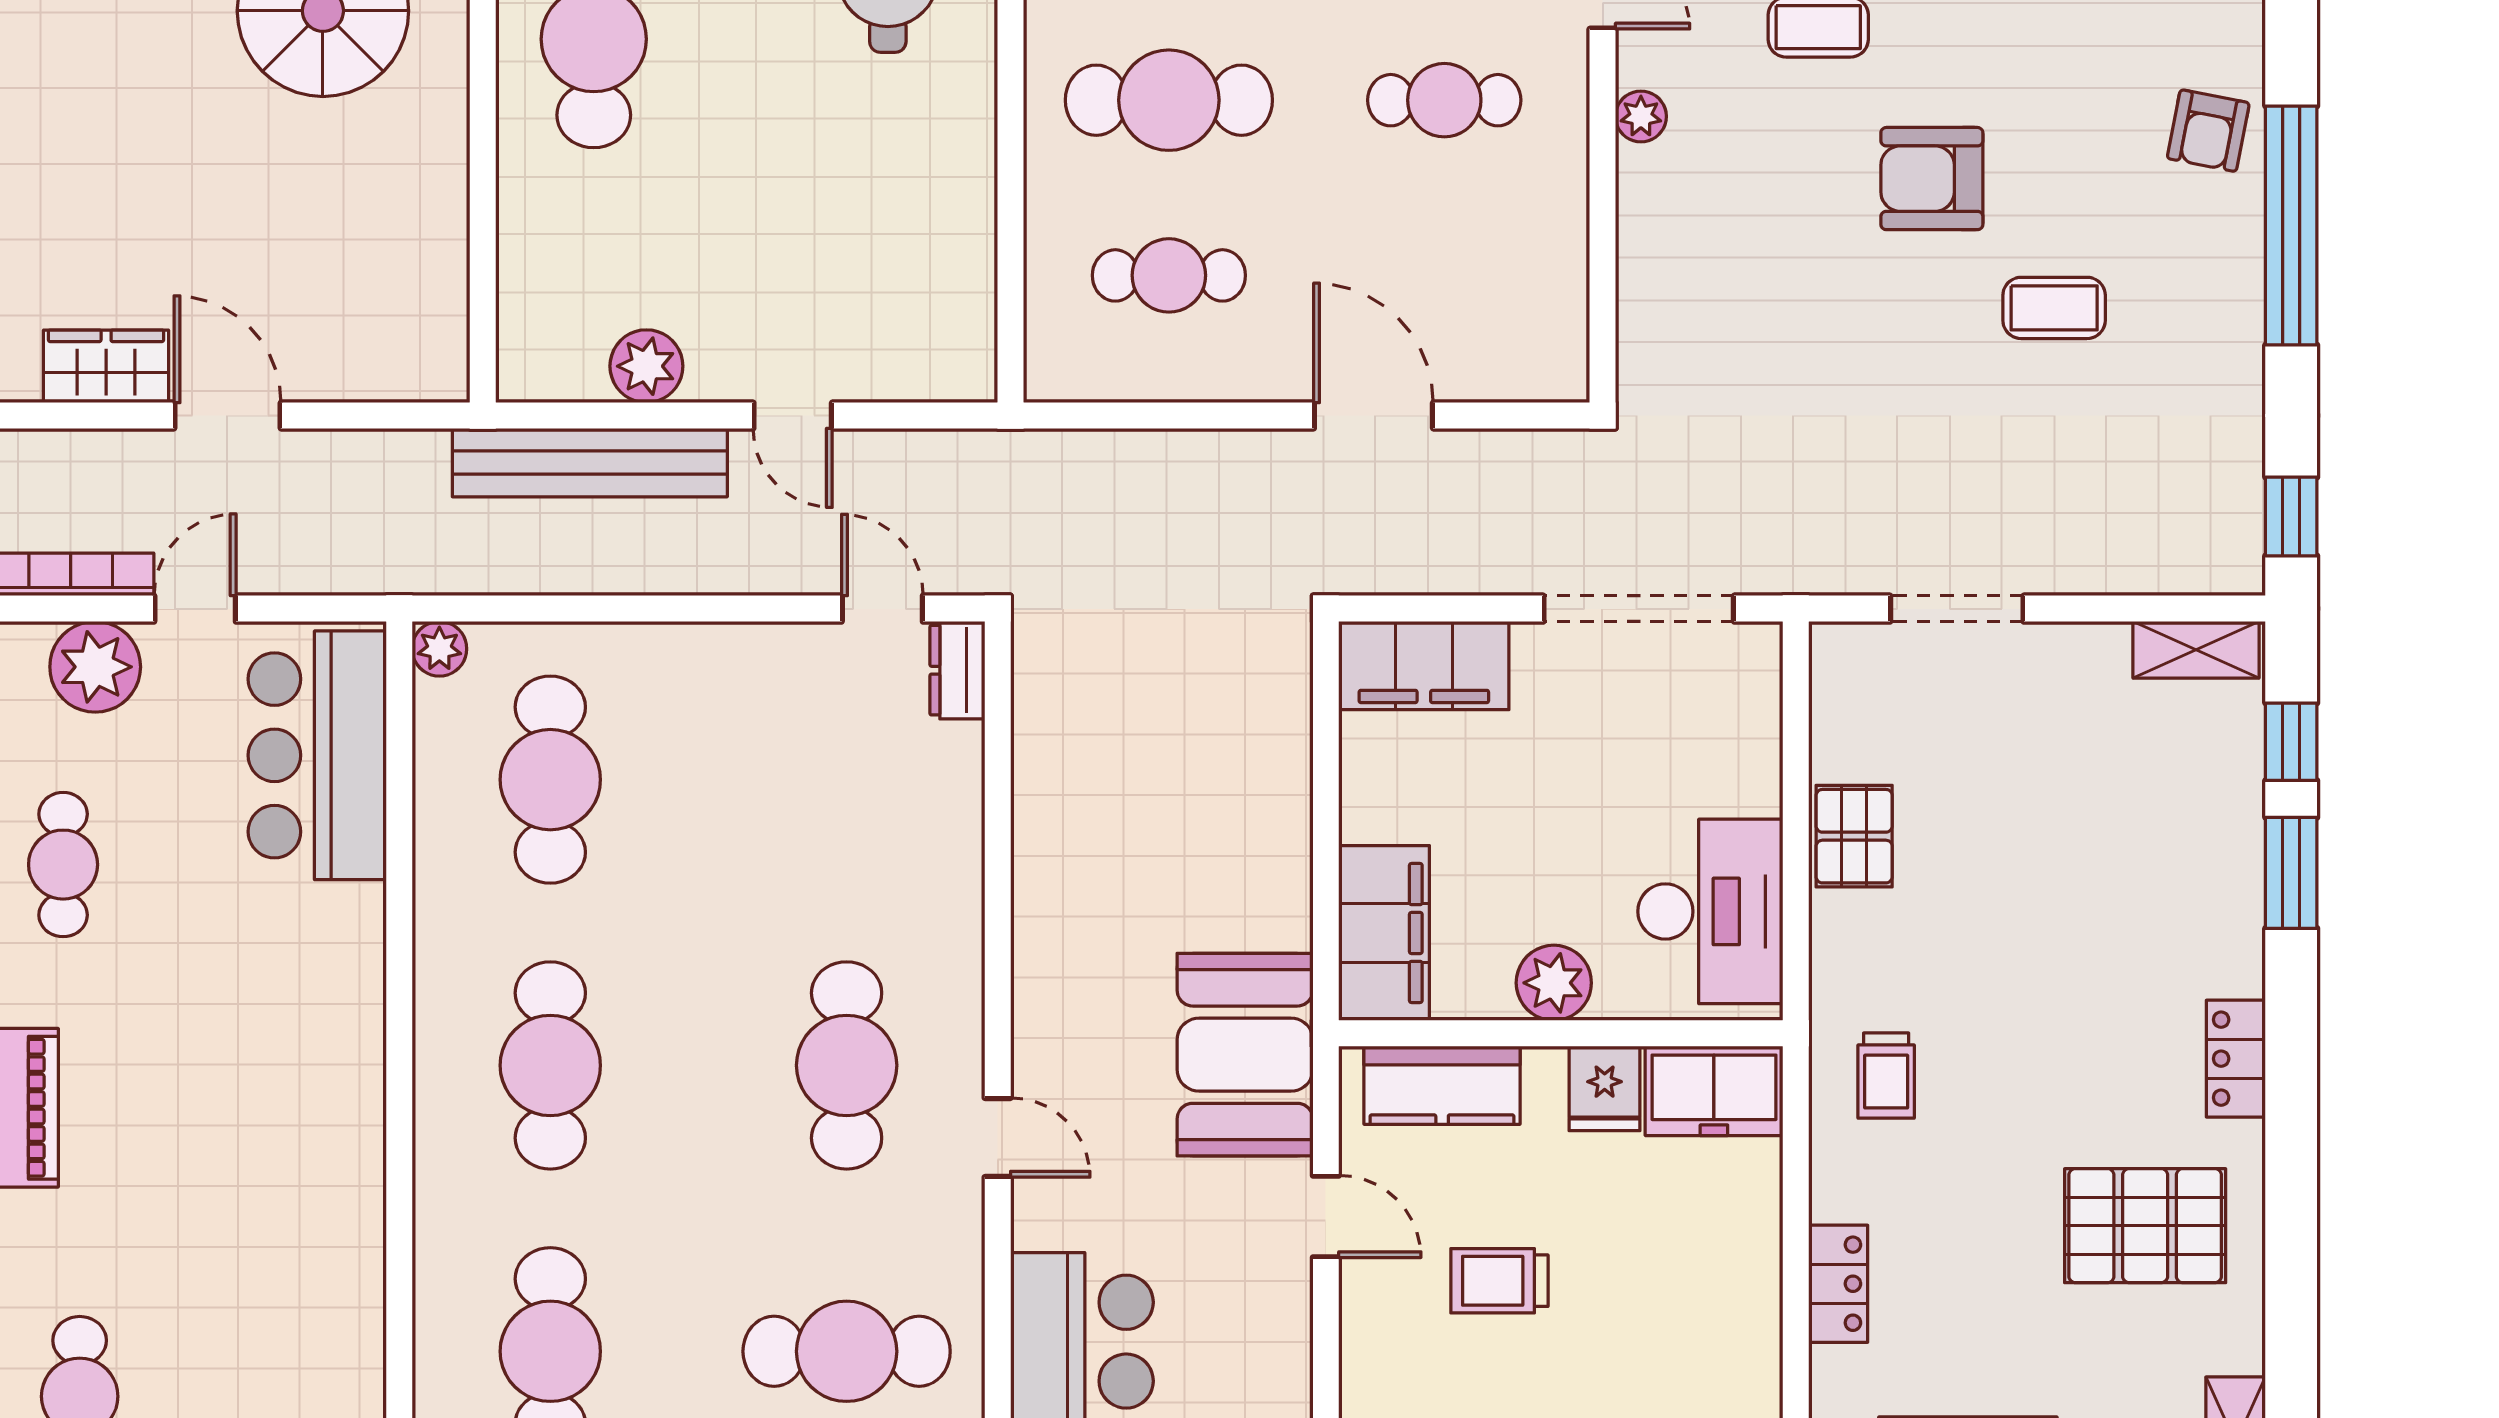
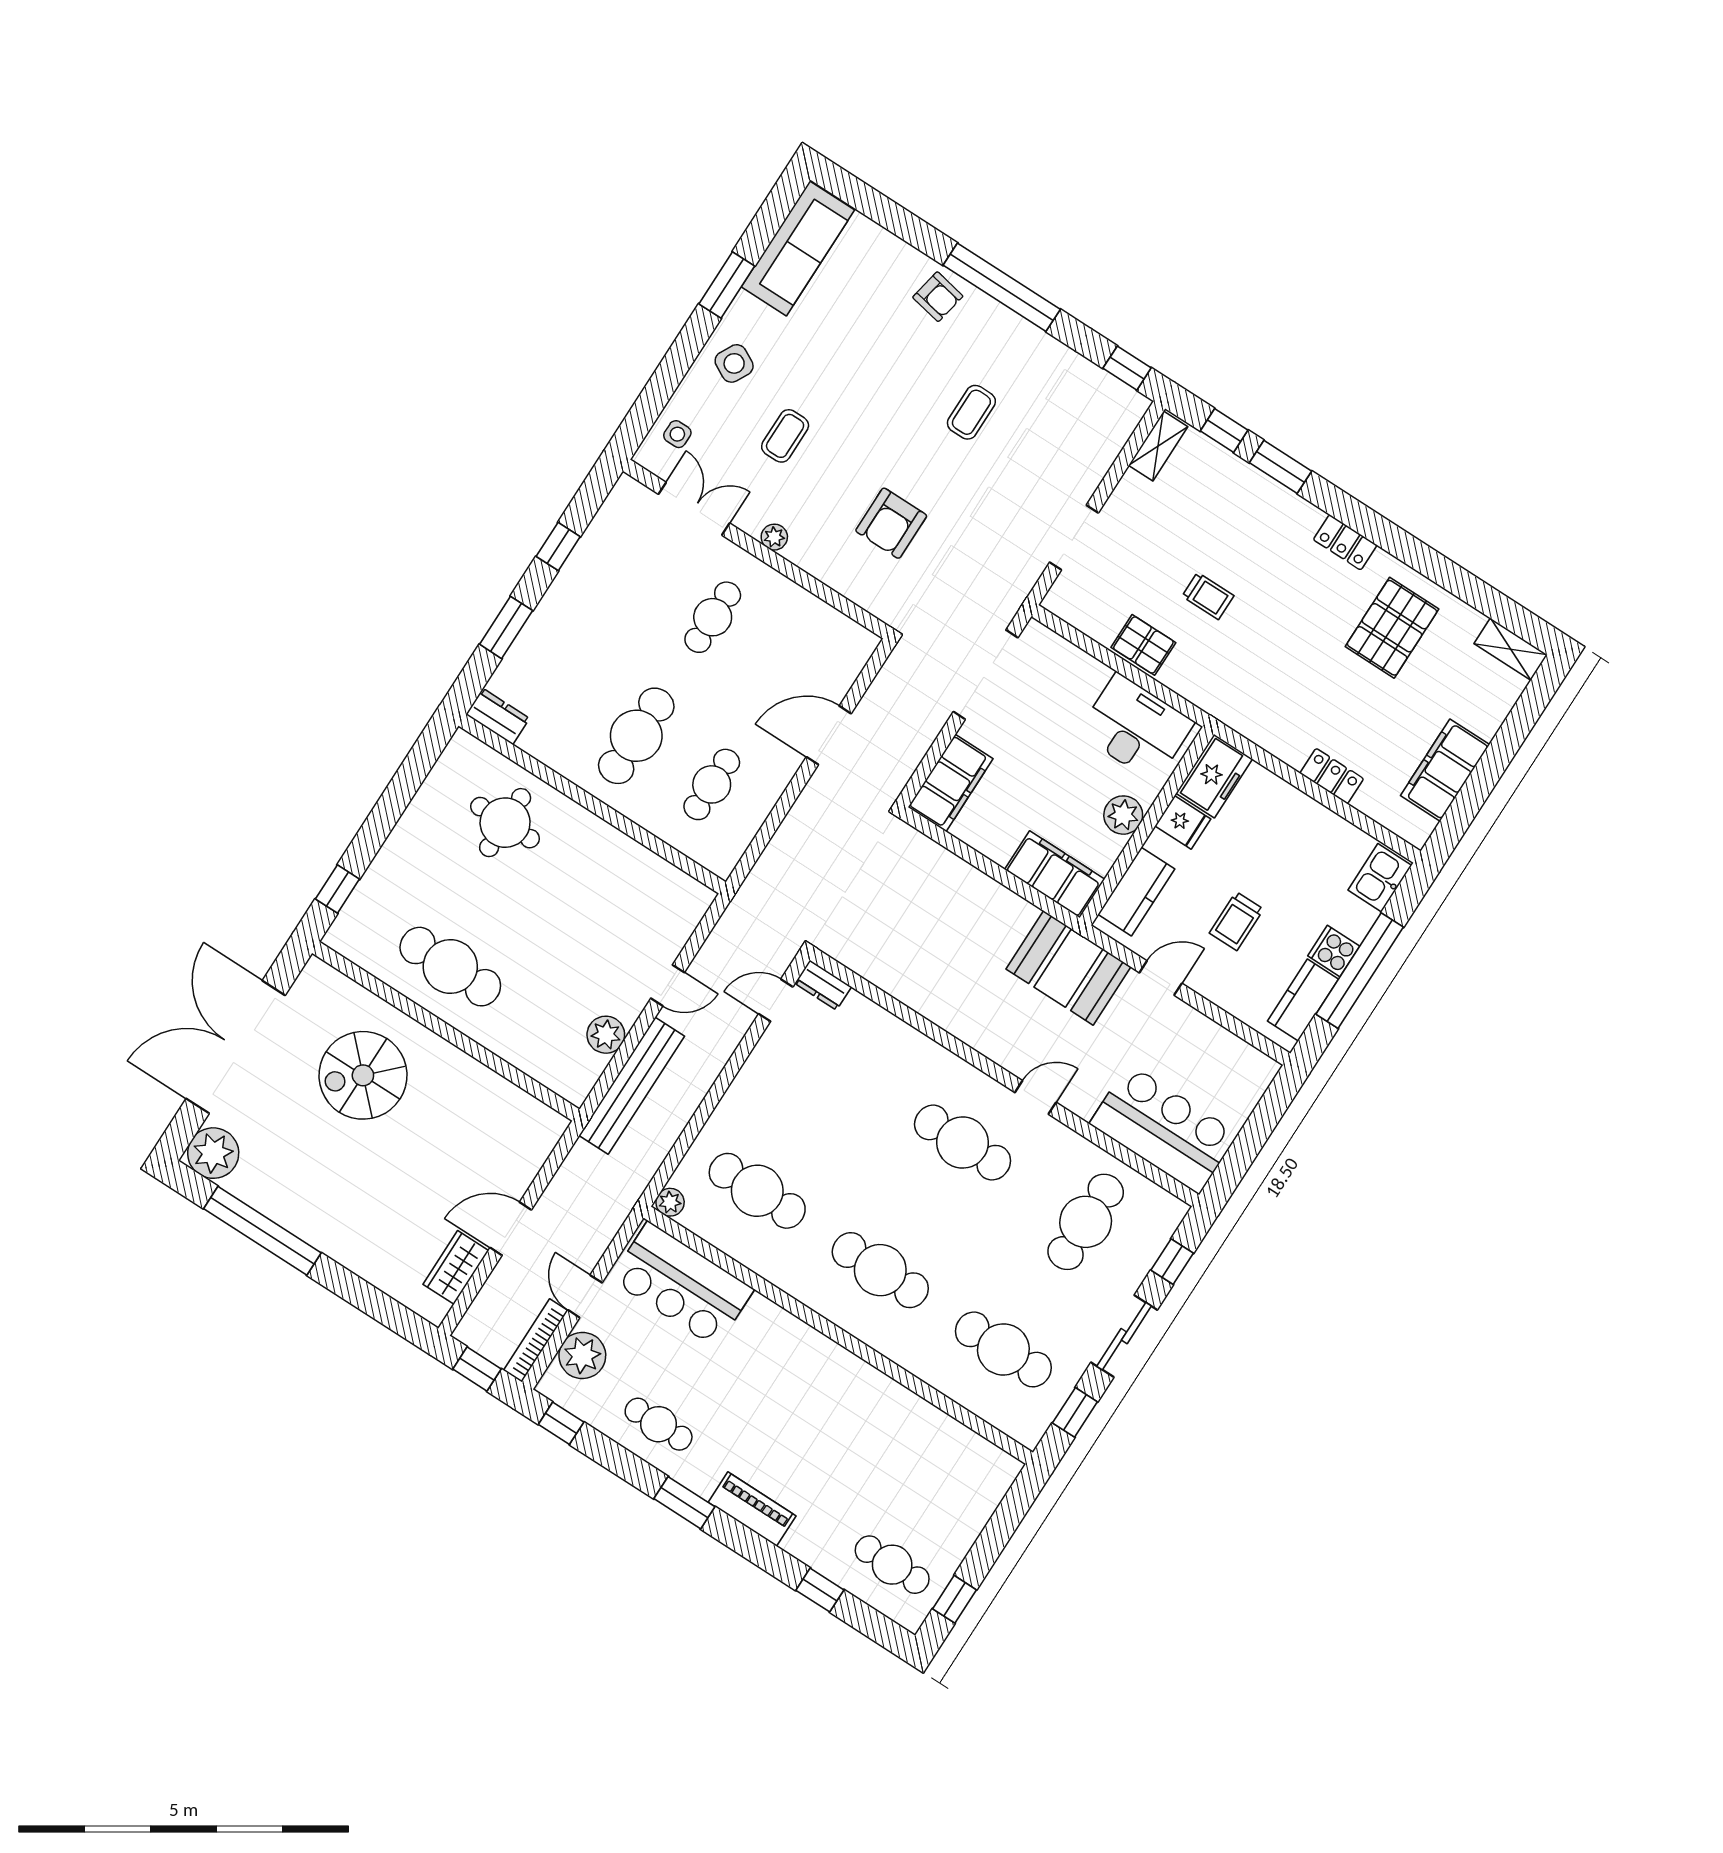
armchair: (1932, 179) -> (891, 523), moved
trolley: (1886, 1076) -> (1208, 596), moved

